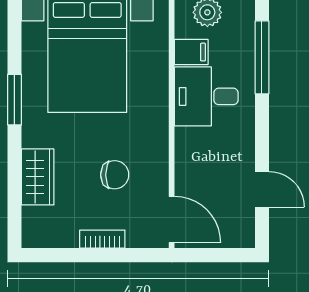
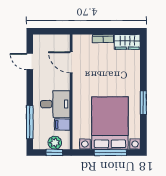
chair: (115, 175) -> (97, 68), removed
wardrobe: (38, 177) -> (127, 42), moved, turned -90
door: (172, 220) -> (71, 62), moved

